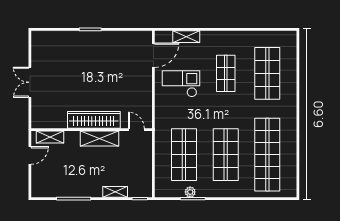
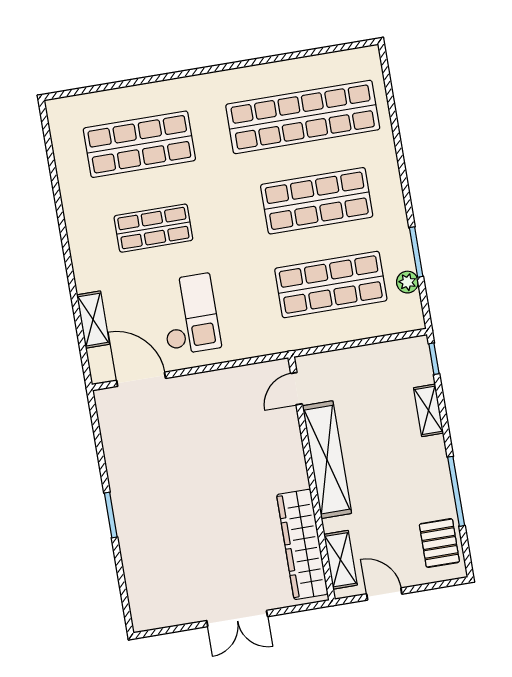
checkout: (181, 84) -> (189, 314), turned 180
wardrobe: (94, 120) -> (302, 544), moved
shelving: (100, 139) -> (327, 460), width x1.47
pallet: (50, 186) -> (439, 543), added
plant: (190, 192) -> (407, 282), moved

